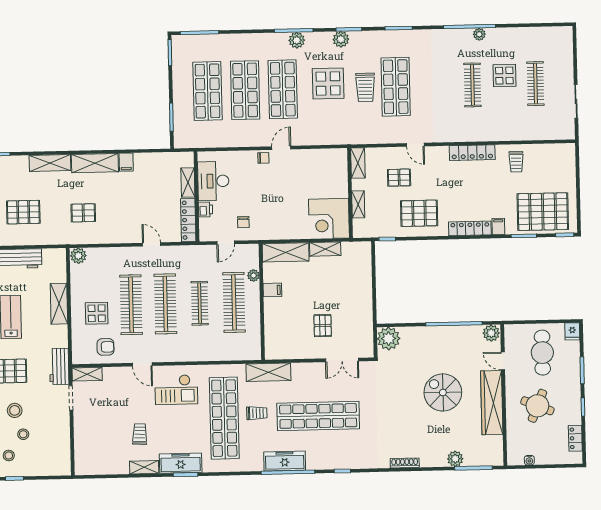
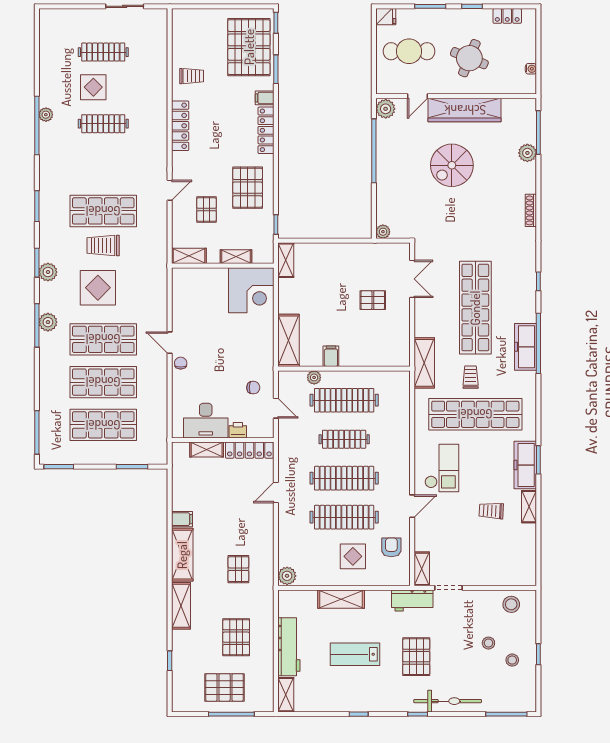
trolley: (365, 87) -> (103, 246), turned 180
shelving: (325, 249) -> (286, 260), moved
plant: (389, 339) -> (383, 232), width x0.53, depth x0.53
stool: (15, 410) -> (511, 604), moved

